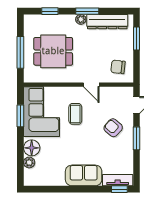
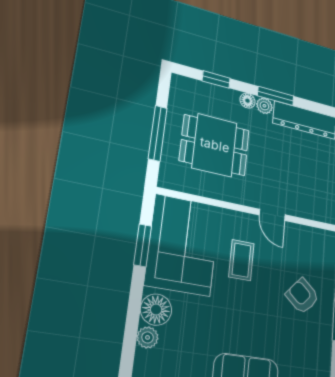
floor lamp: (70, 19) -> (248, 101), added
chair: (118, 67) -> (316, 195), removed

